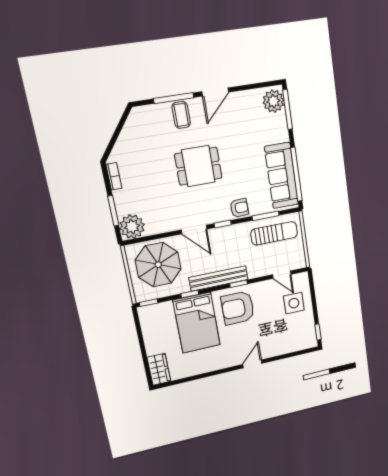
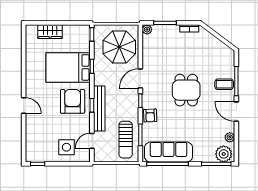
plant: (251, 96) -> (230, 137), added
plant: (132, 227) -> (147, 30), width x0.53, depth x0.53
bench: (219, 279) -> (99, 109), moved
wardrobe: (159, 369) -> (50, 32), moved

